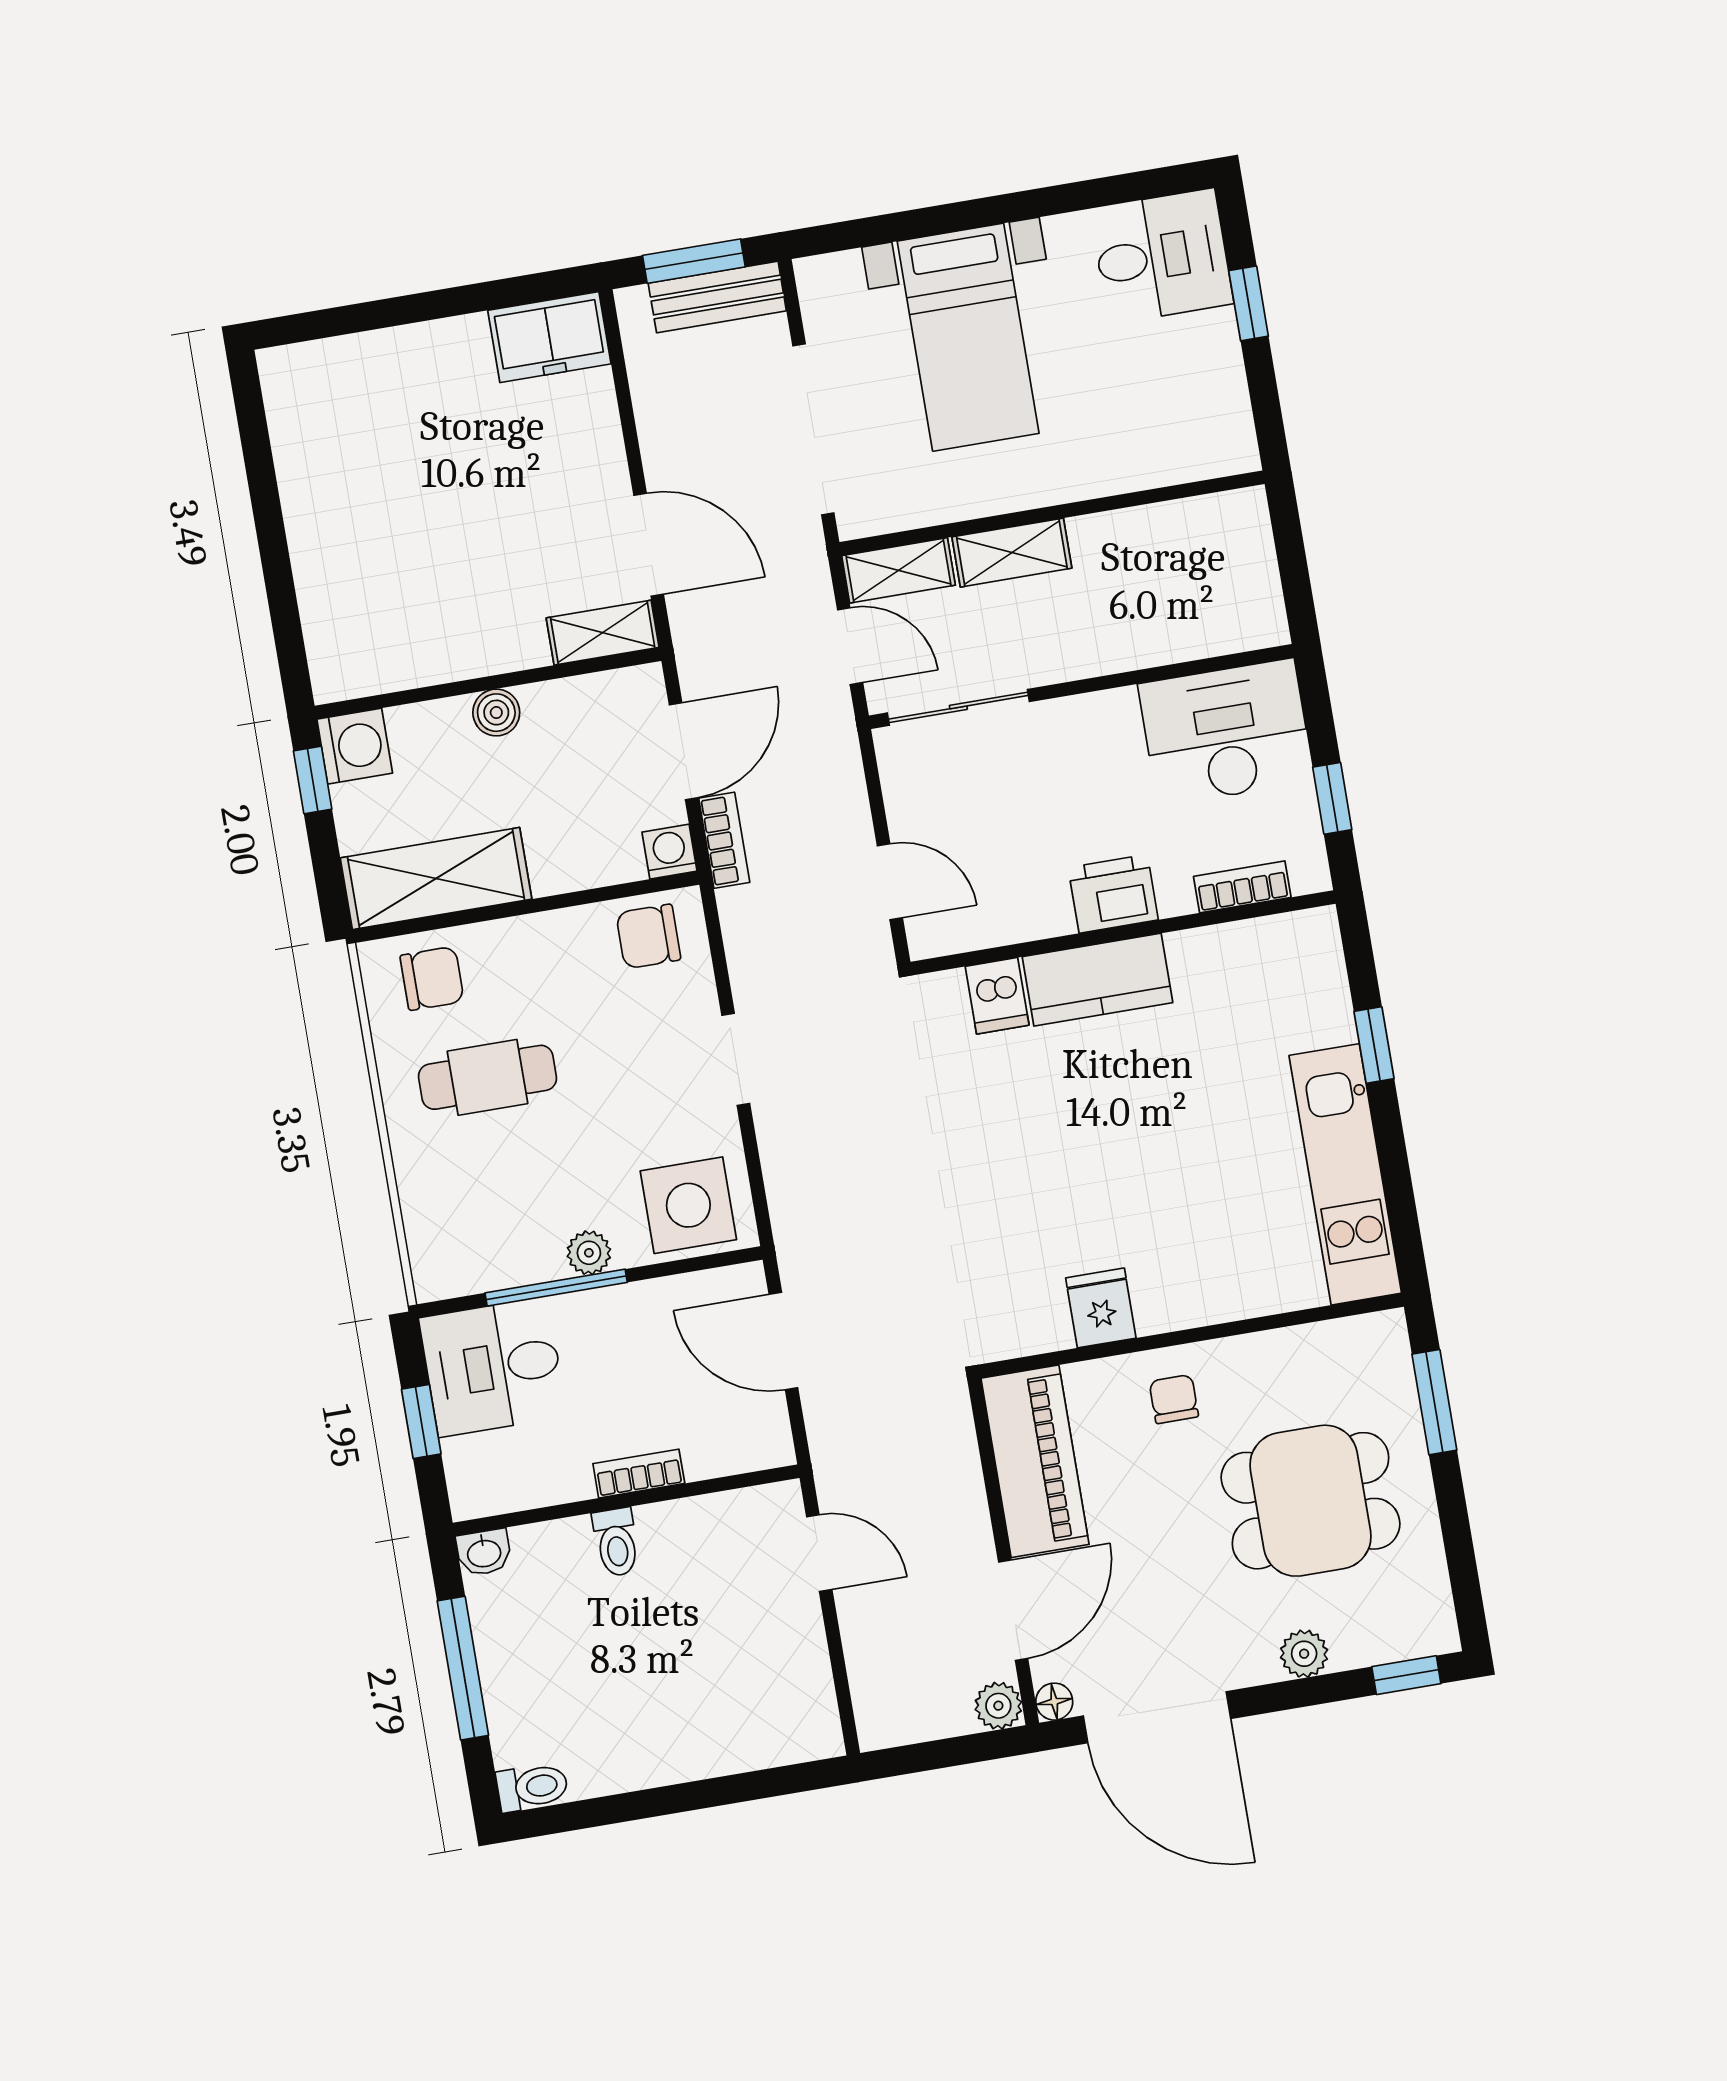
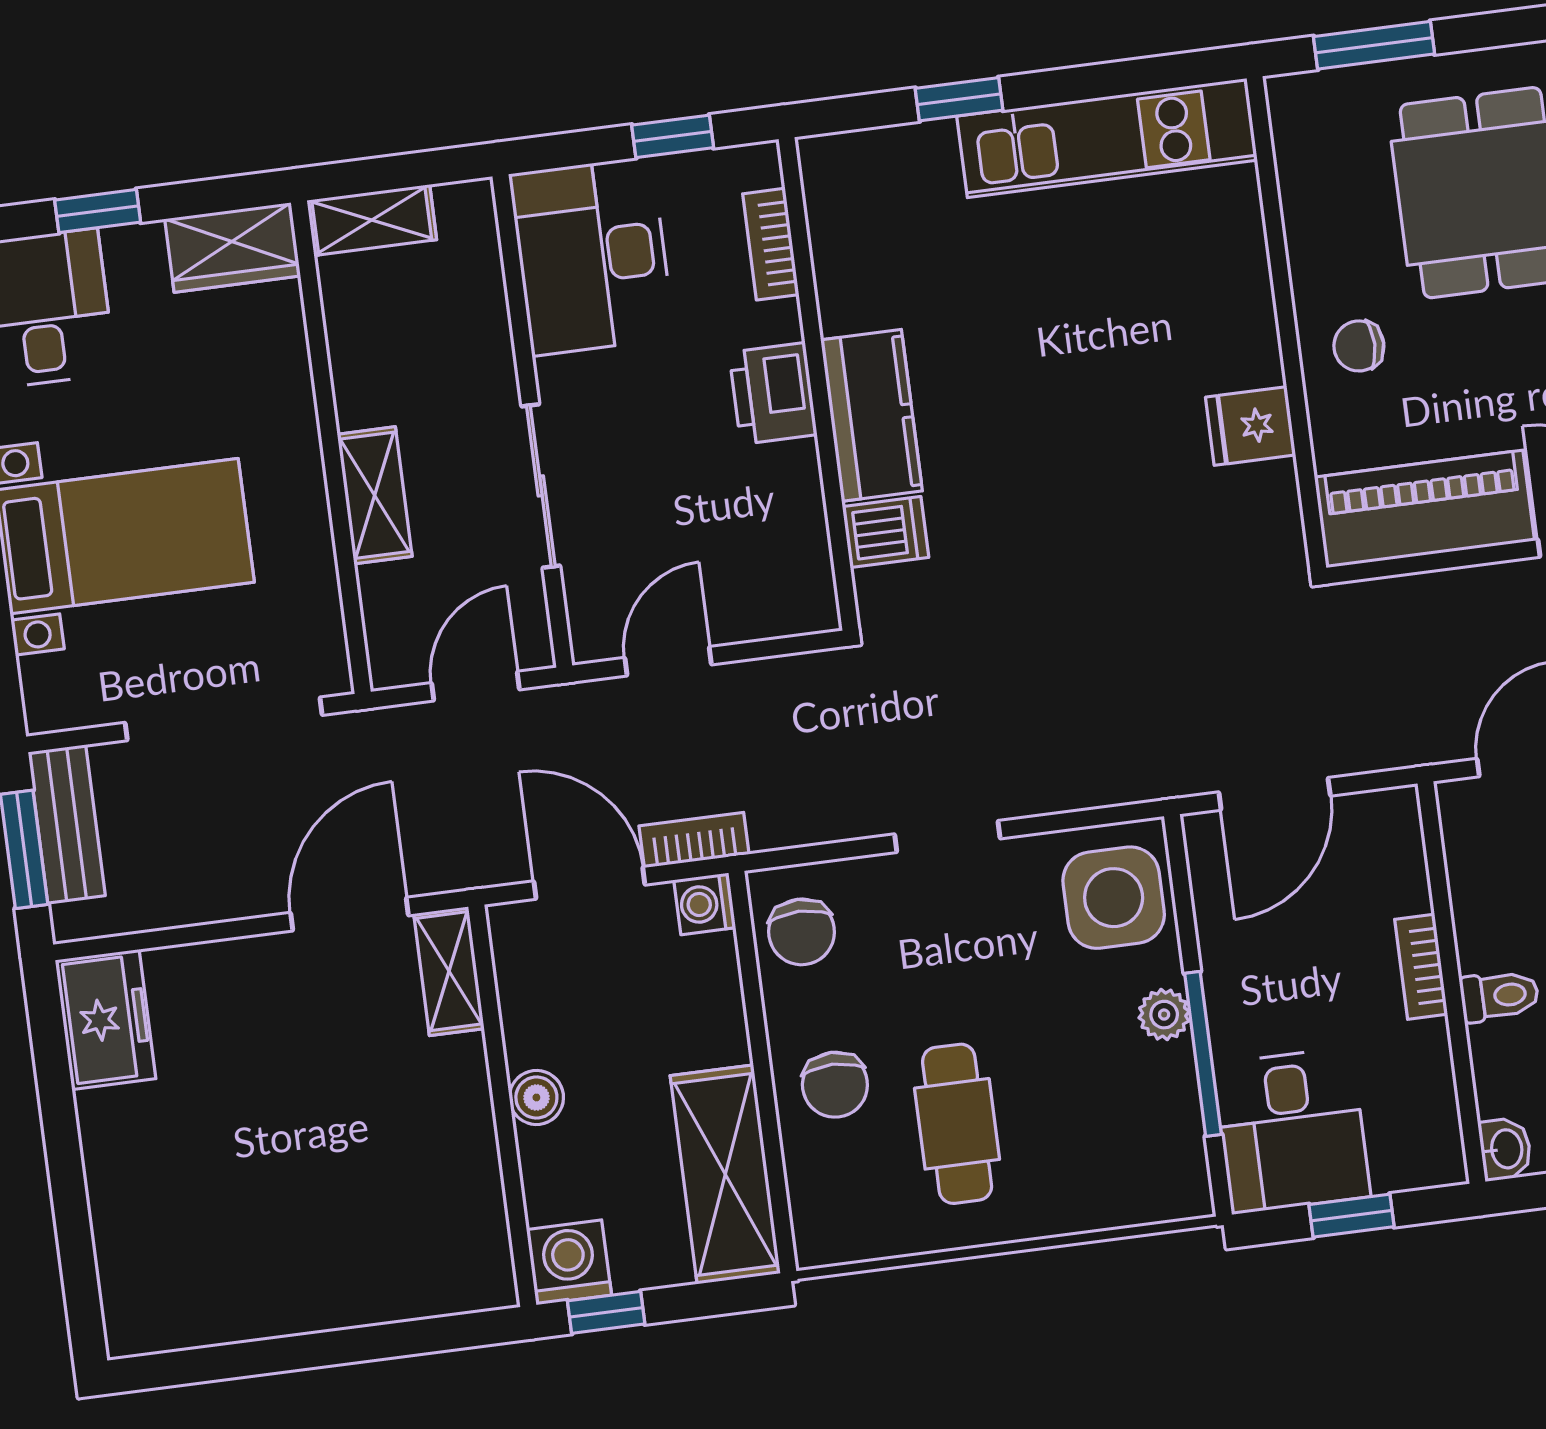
wardrobe: (1222, 421) -> (233, 247), added
shelving: (899, 570) -> (372, 220), moved, turned 90
sliding door: (958, 707) -> (541, 486), moved
door: (890, 882) -> (668, 661), moved
chair: (432, 978) -> (835, 1085), moved, turned 180

